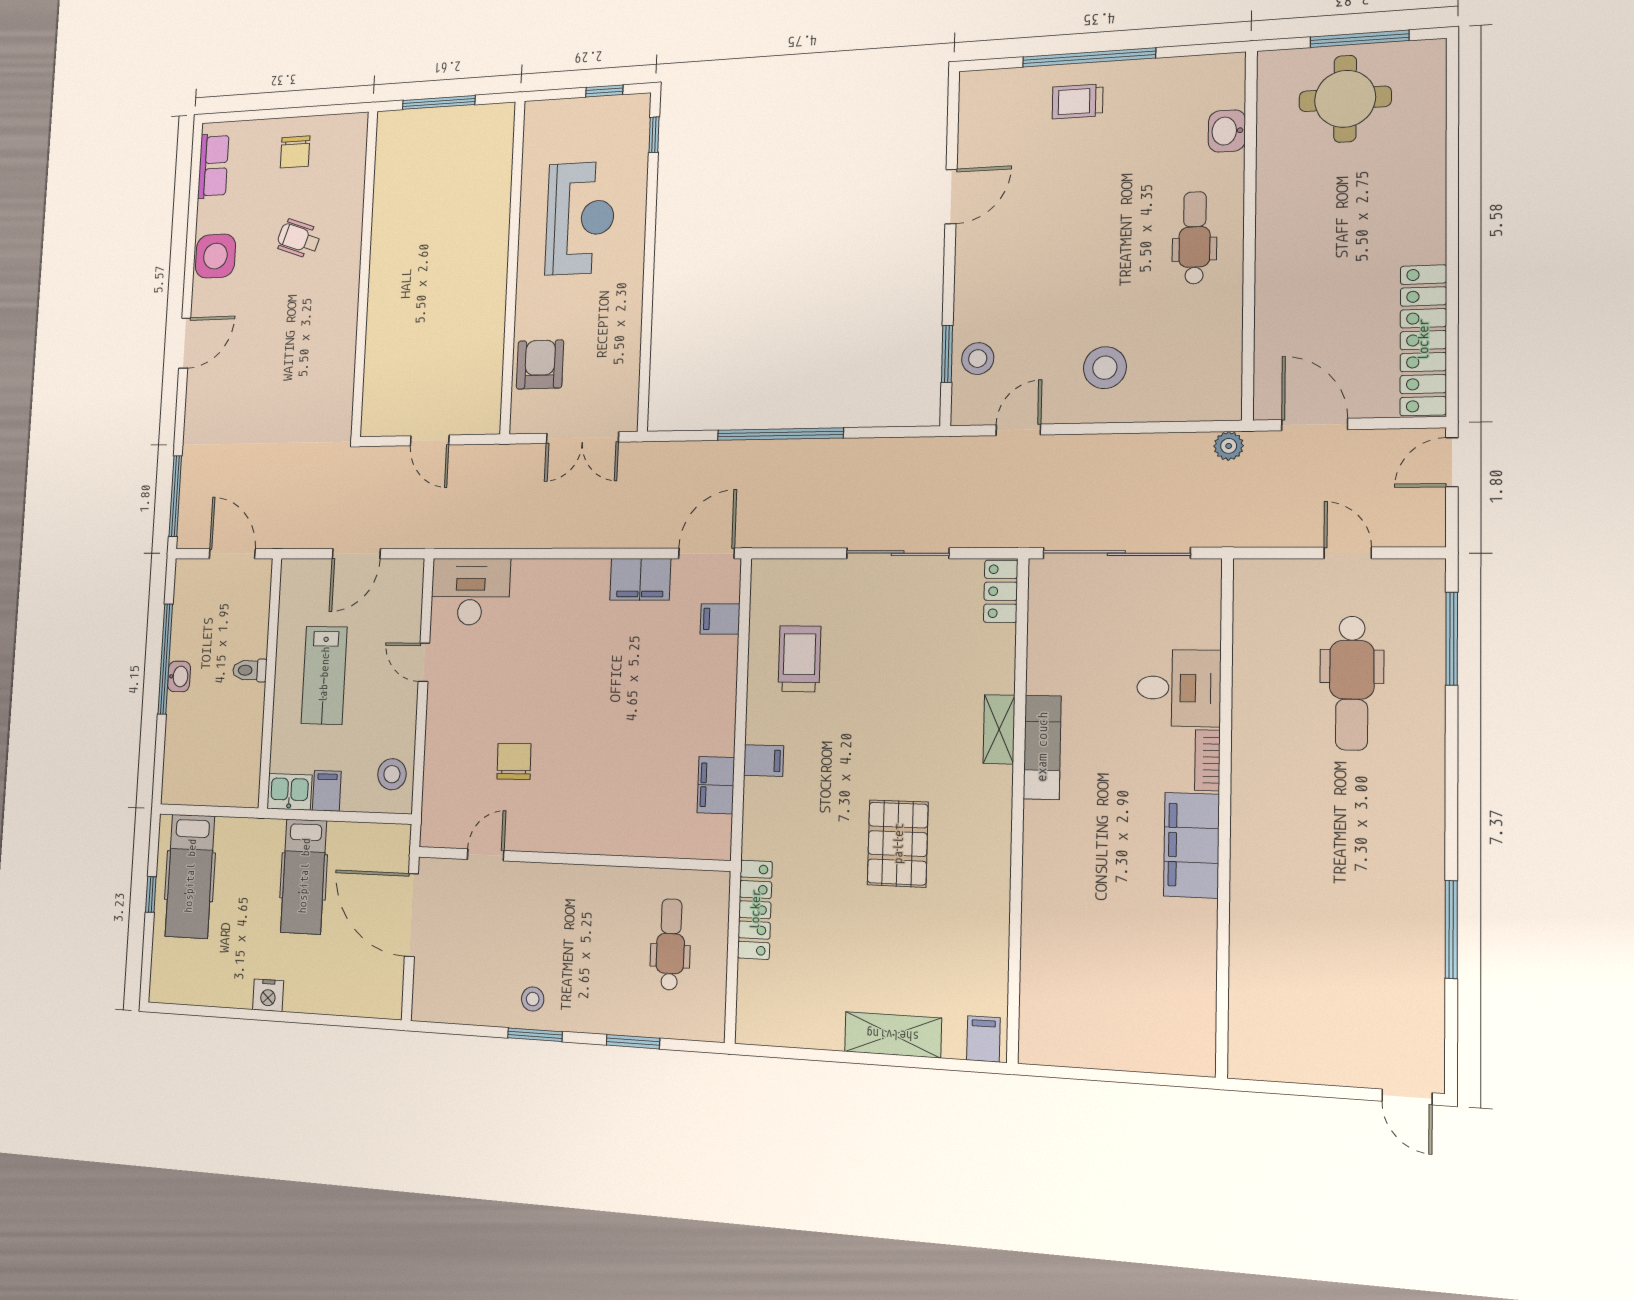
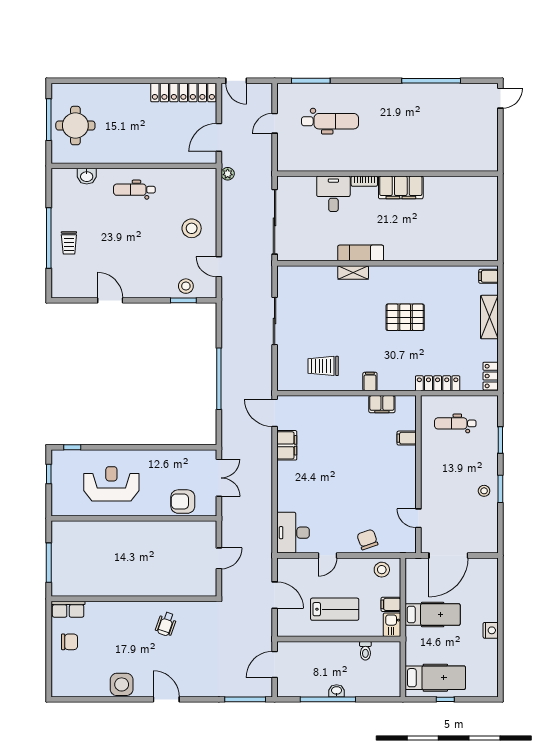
row of seats: (213, 166) -> (68, 609), moved, turned 180
wheelchair: (299, 239) -> (166, 624), moved
locker: (1001, 591) -> (491, 376), moved, turned 90
filing cabinet: (720, 619) -> (407, 438), moved, turned 90
toilet: (250, 670) -> (365, 651), moved
chair: (514, 761) -> (367, 540), moved, turned 72
window: (1451, 930) -> (431, 81), width x1.46

